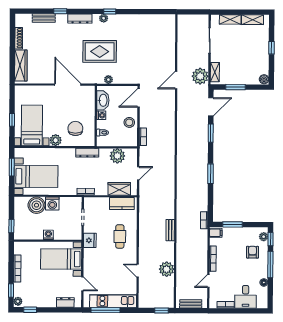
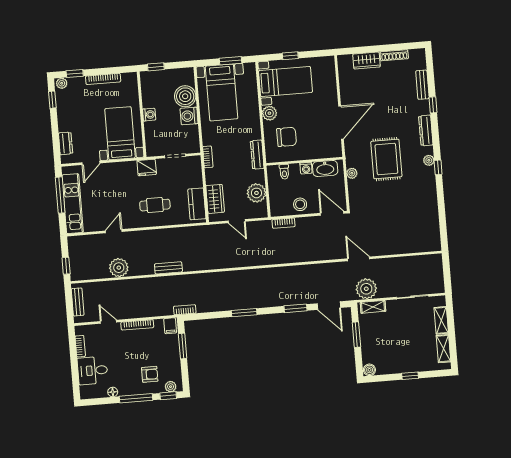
wardrobe: (21, 66) -> (367, 61), width x0.67

